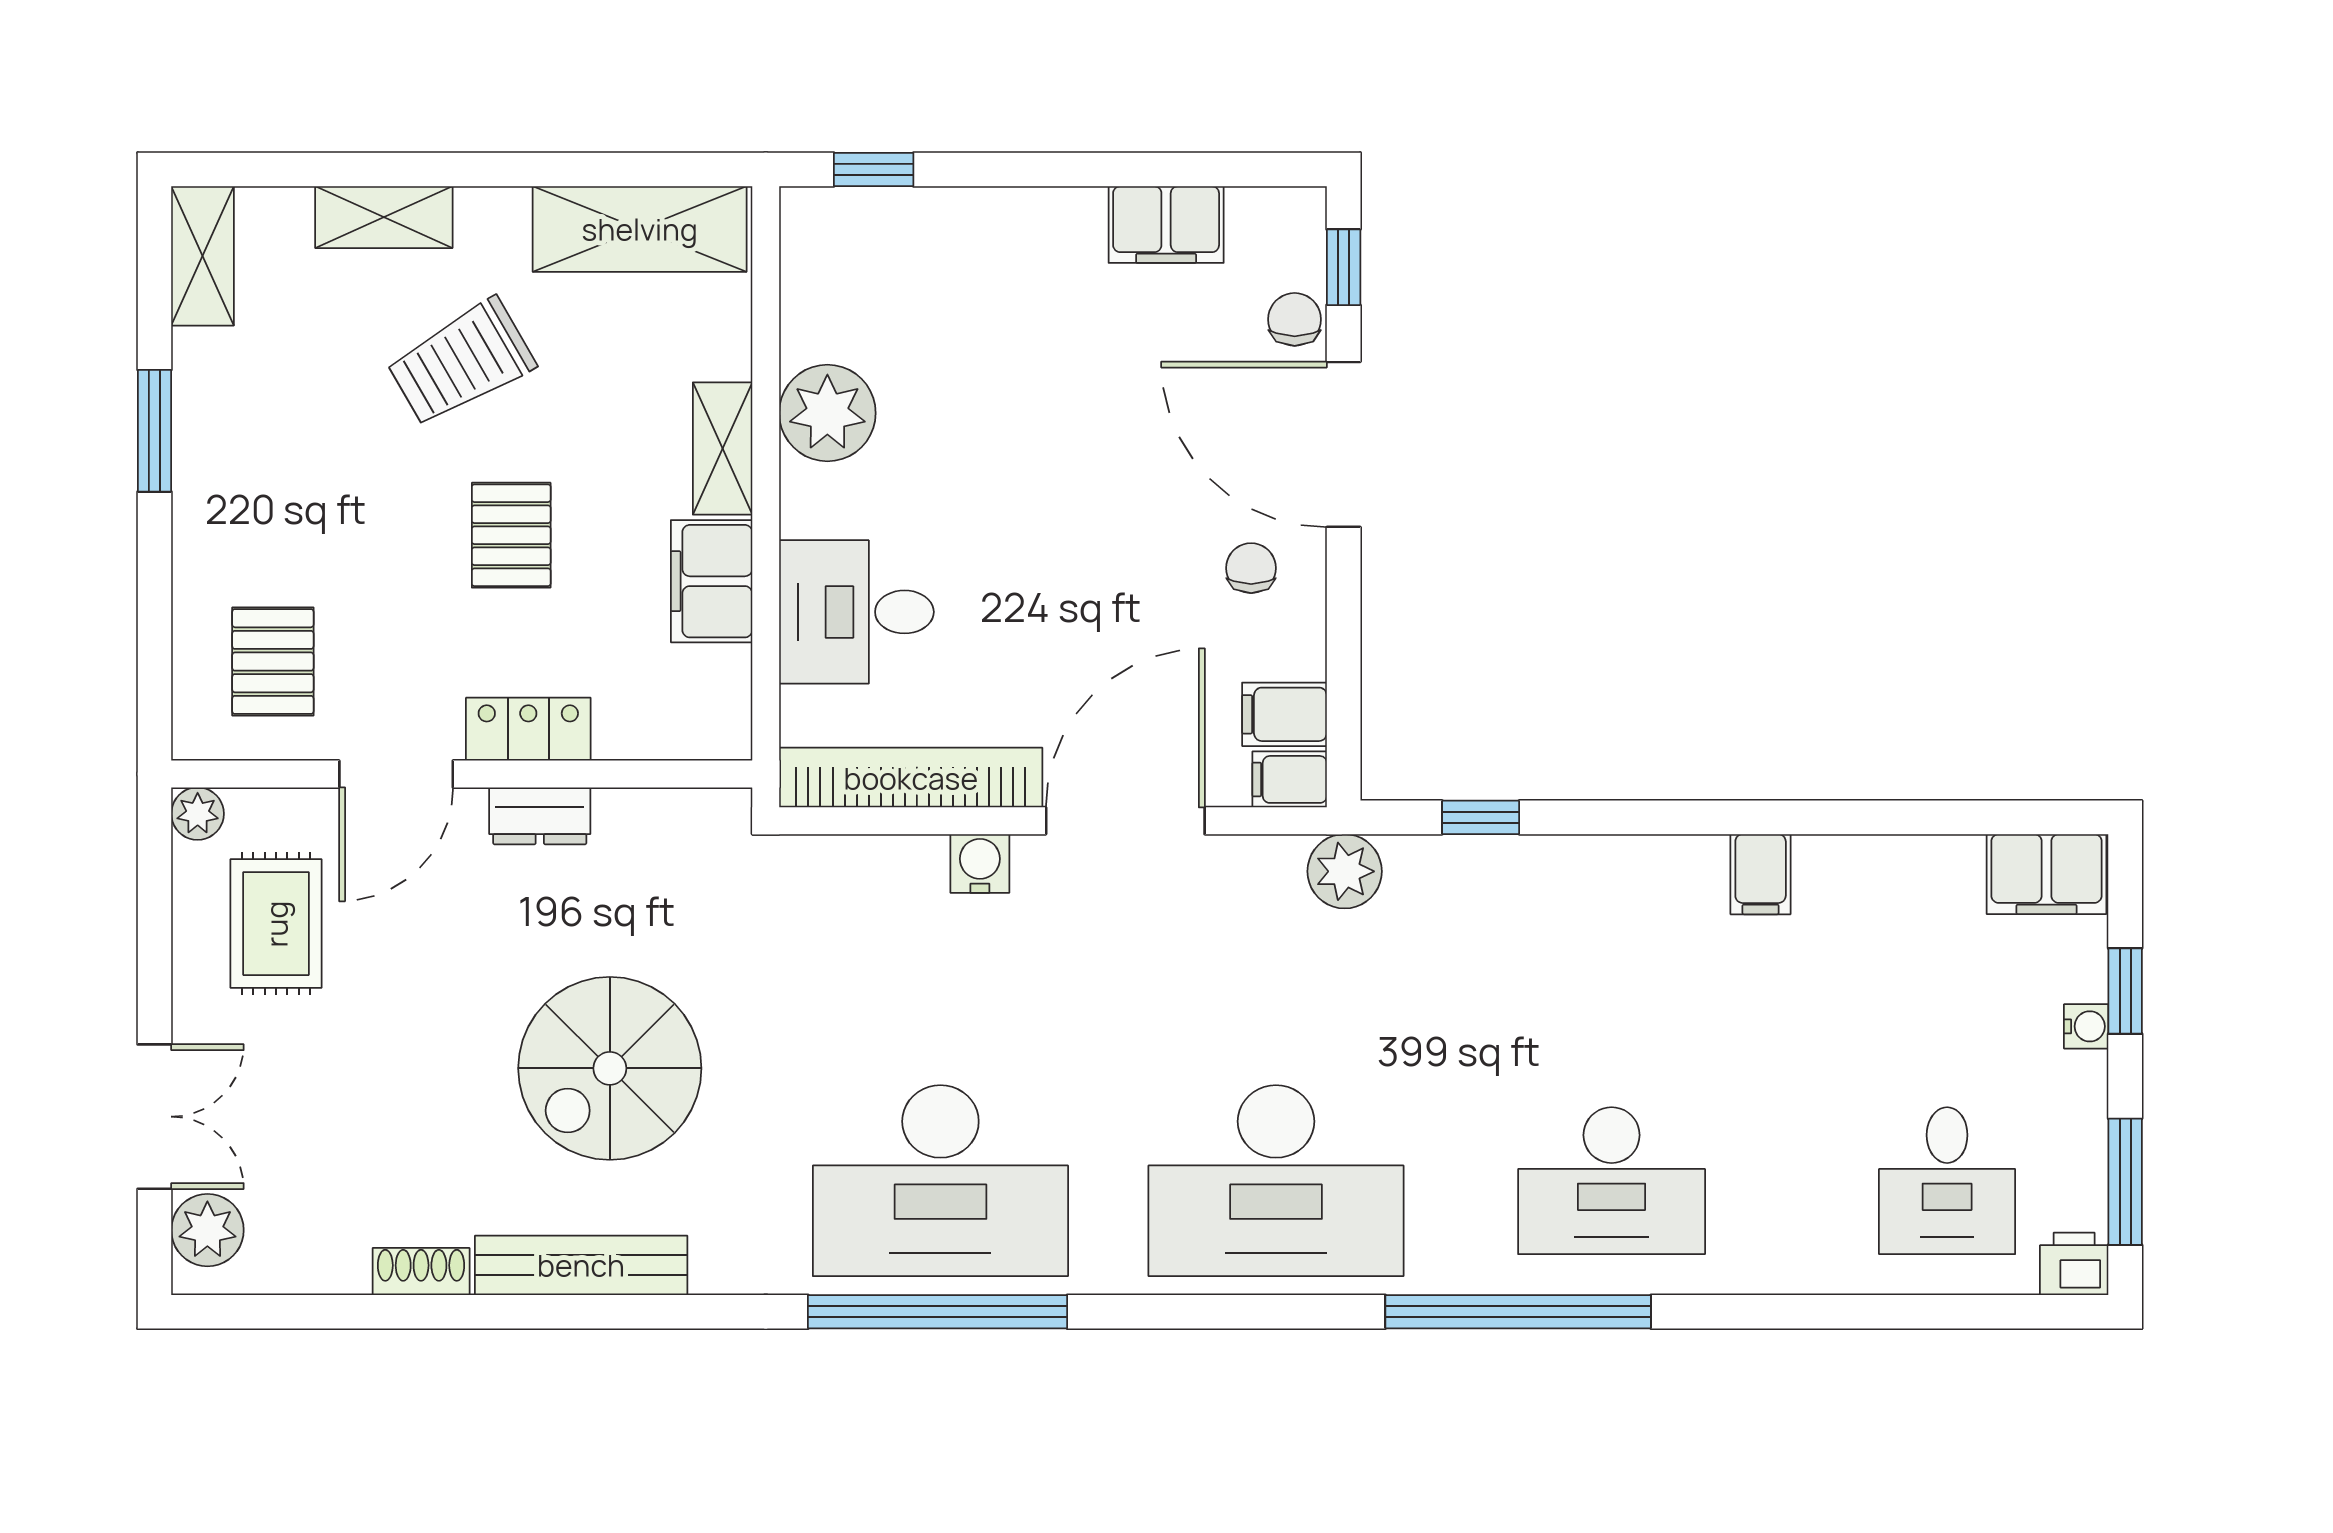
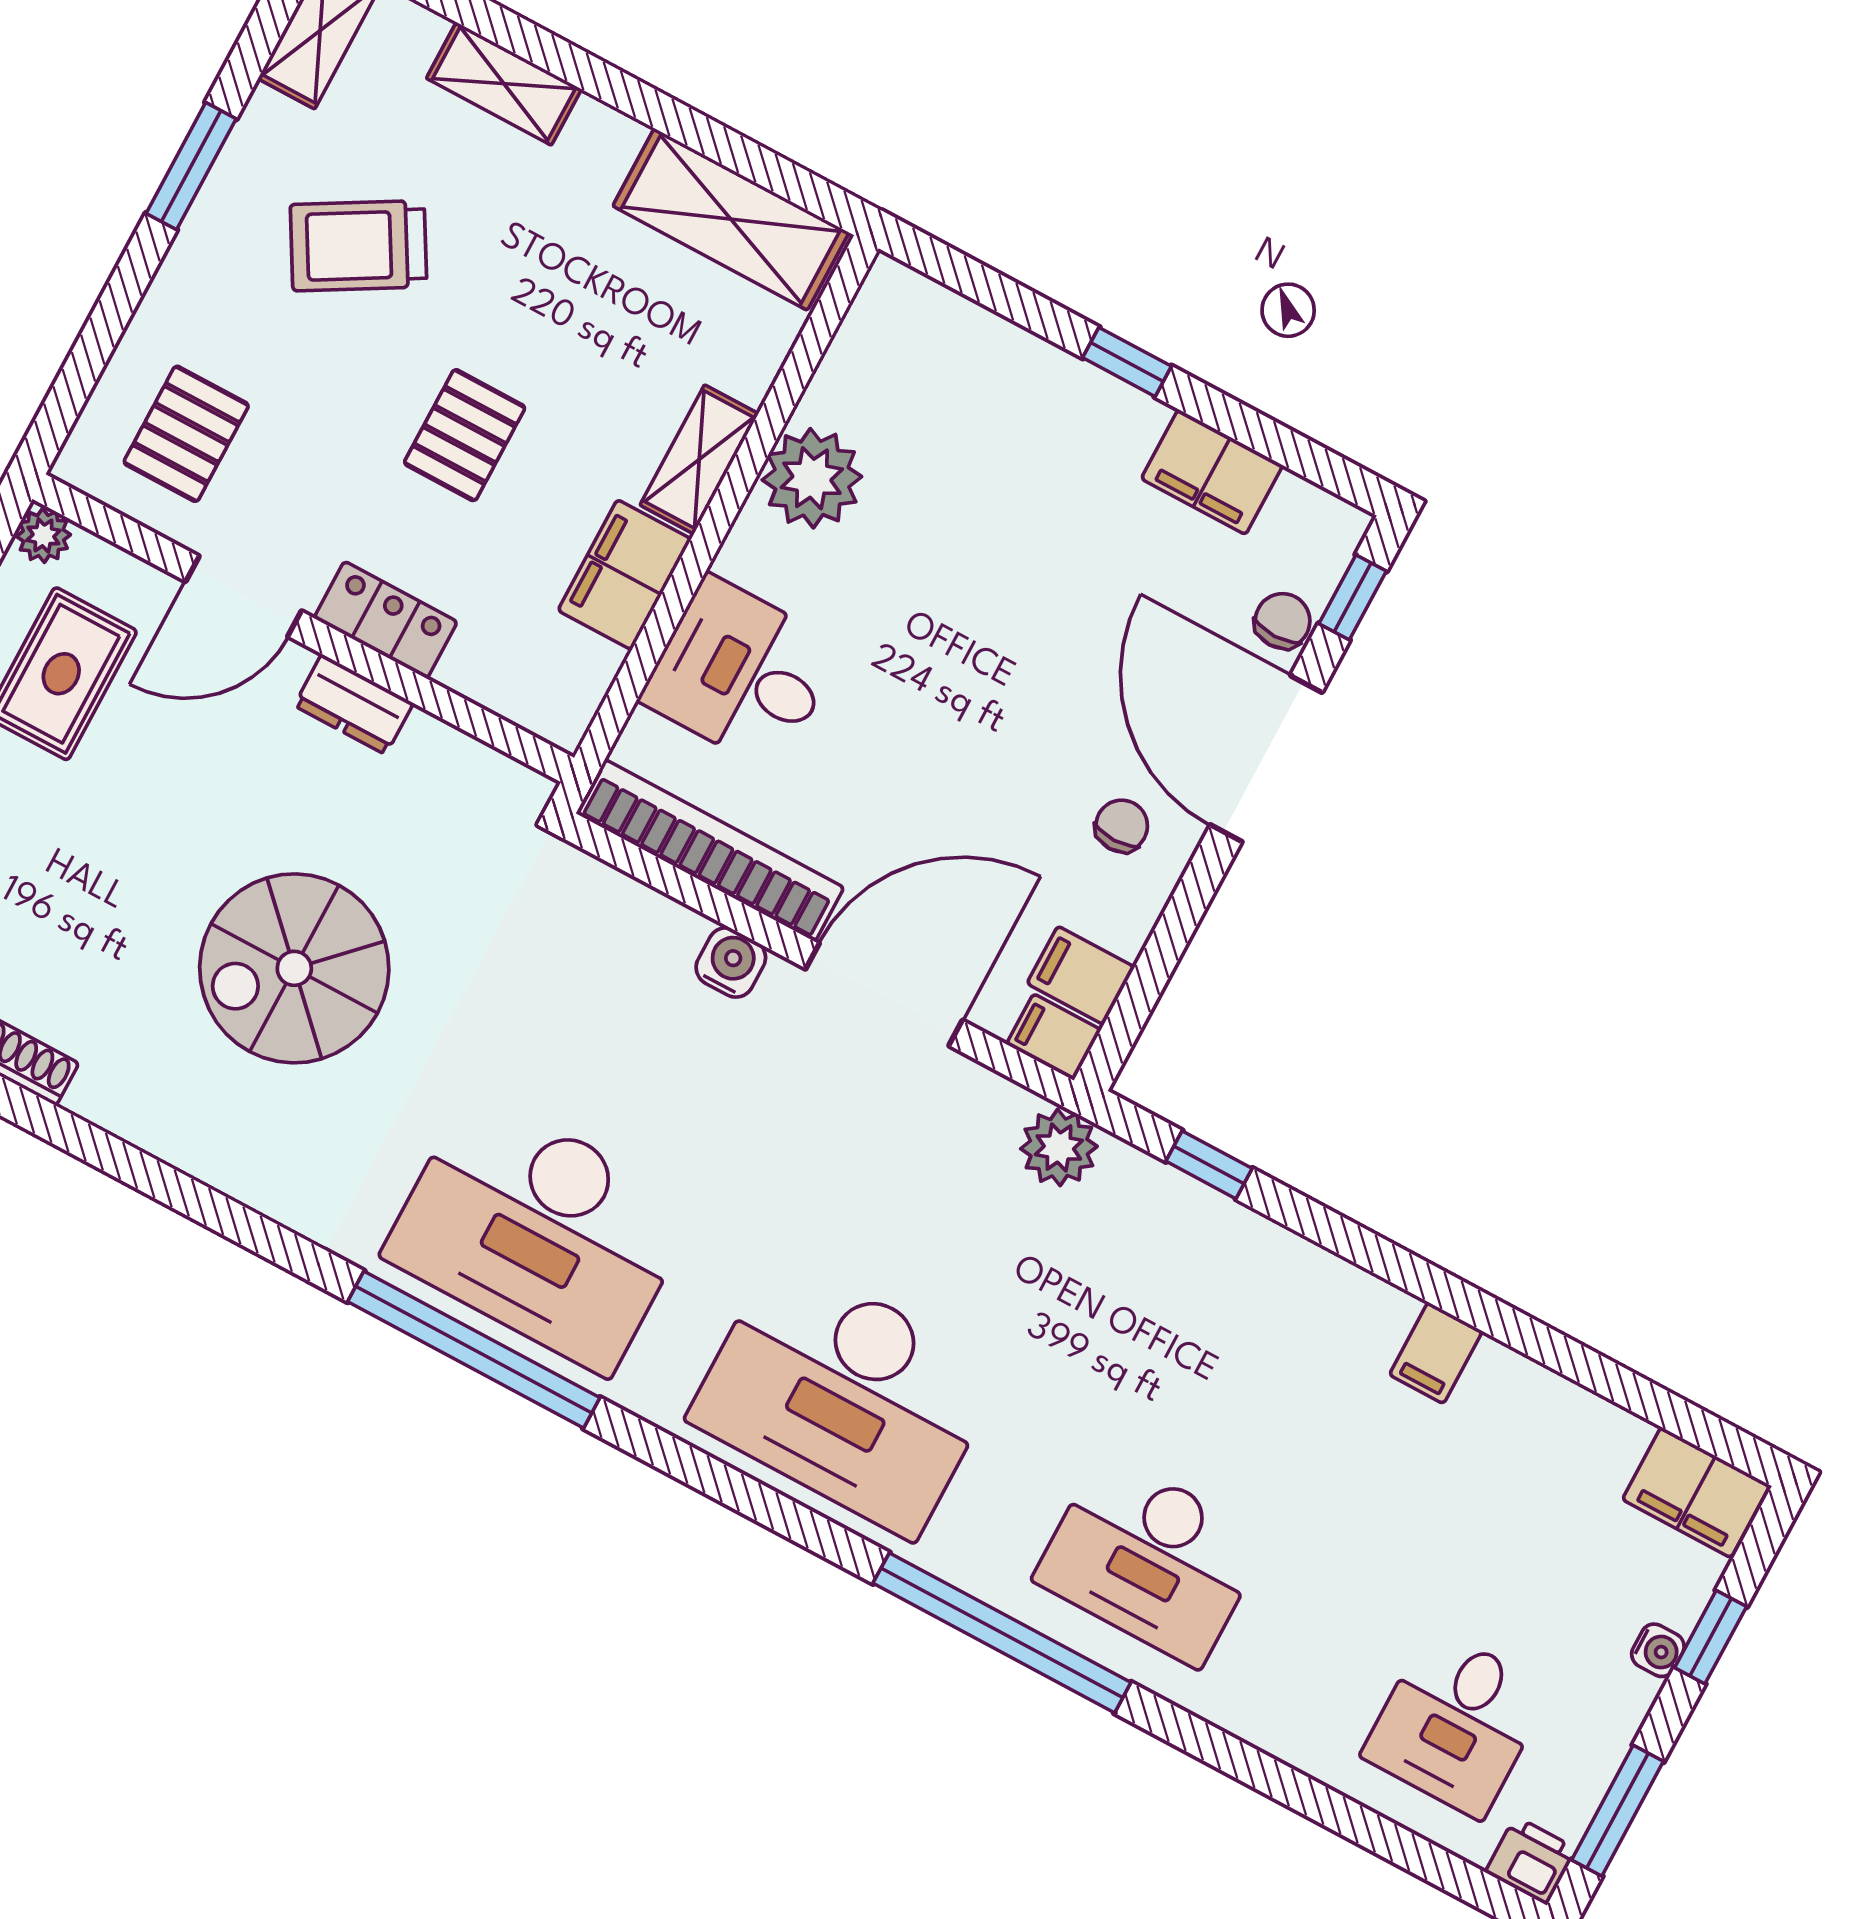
window: (874, 169) -> (1127, 362), moved
trolley: (461, 363) -> (358, 246), moved
bench: (581, 1265) -> (172, 1133), removed

